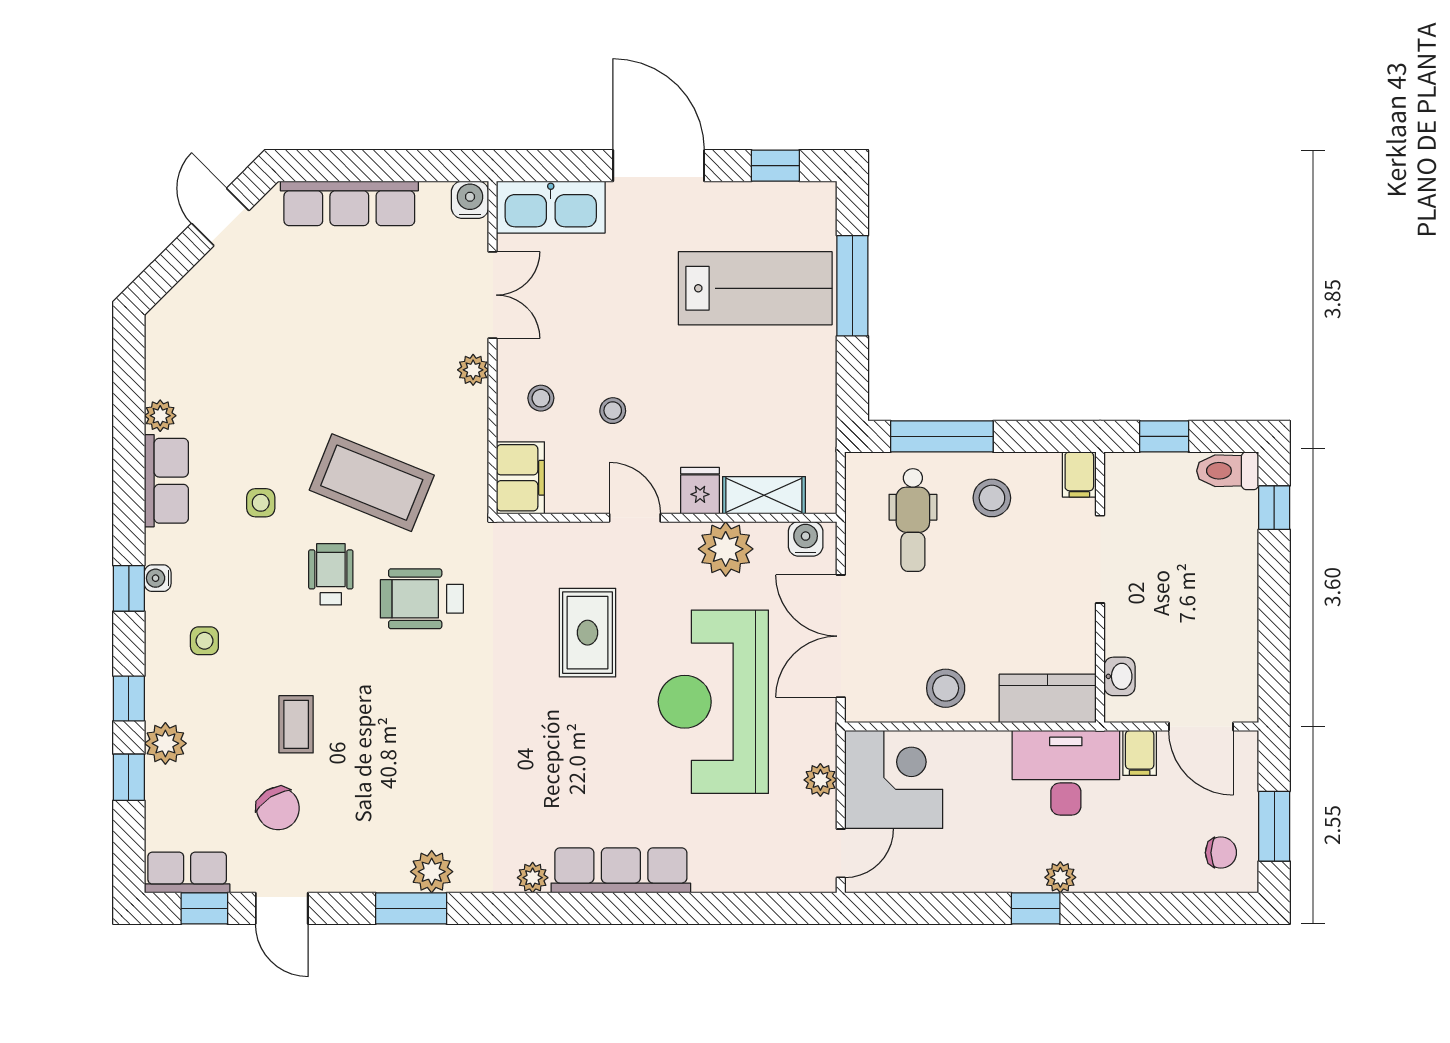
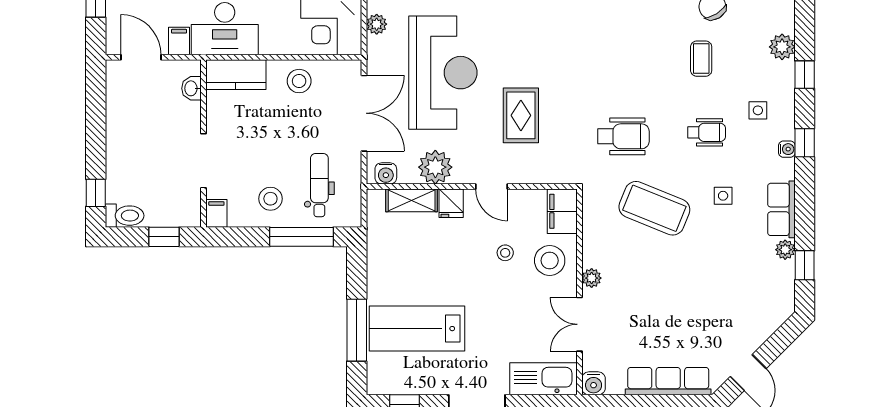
stool: (541, 398) -> (550, 261), width x1.89, depth x1.89
wheelchair: (331, 574) -> (706, 132), moved, turned -90
window: (129, 777) -> (805, 265), moved

